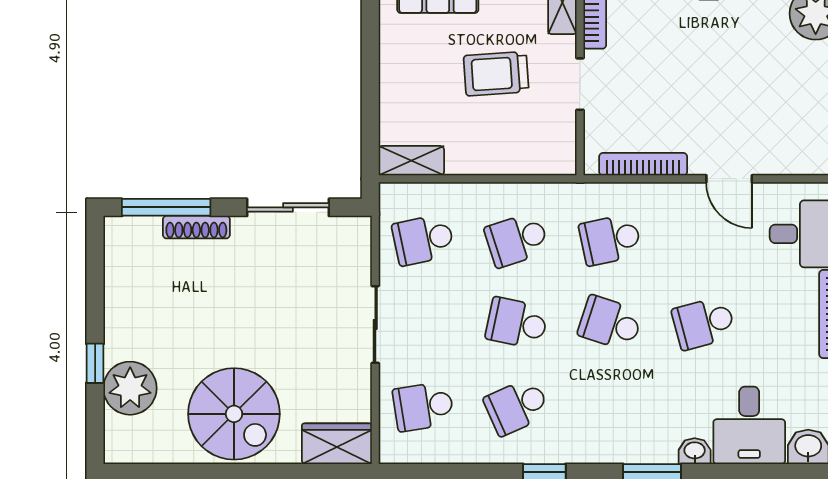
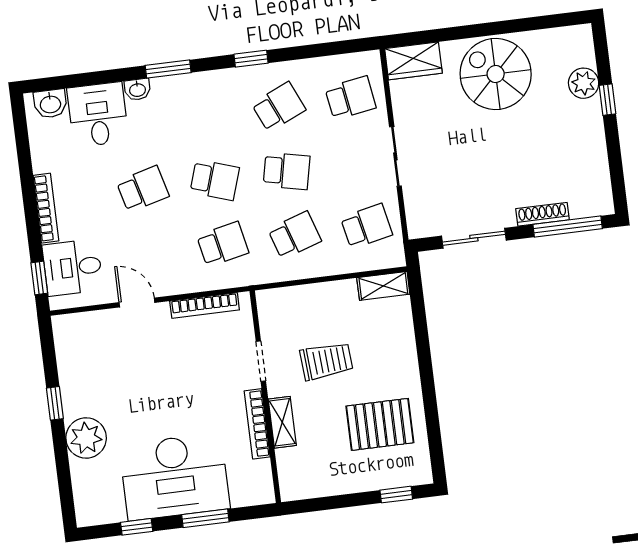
plant: (130, 388) -> (584, 83), width x0.73, depth x0.73

